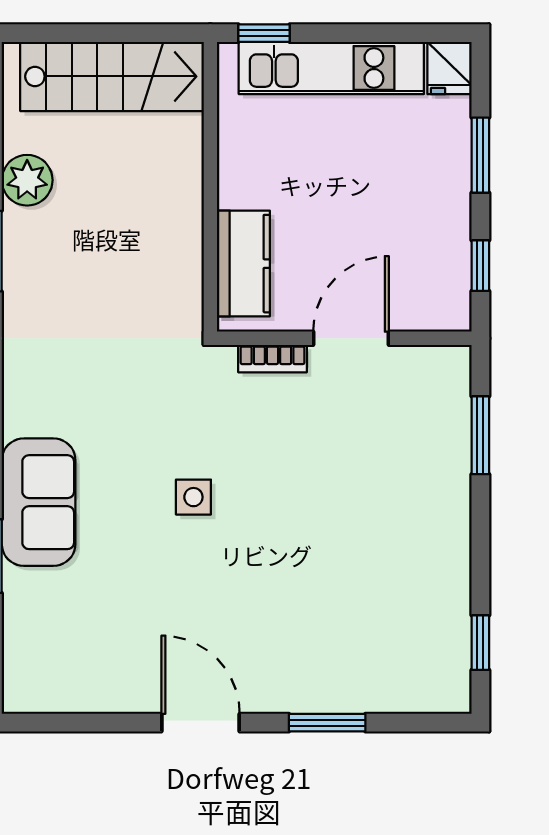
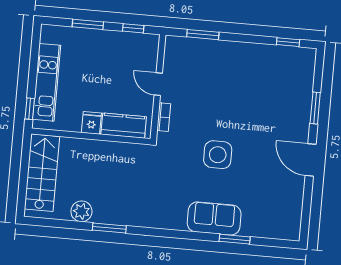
fridge: (449, 68) -> (91, 123), moved, turned -90
door: (351, 338) -> (158, 84), width x0.73
side table: (193, 497) -> (218, 155), width x1.87, depth x1.87
door: (201, 723) -> (311, 160), hinge flipped

